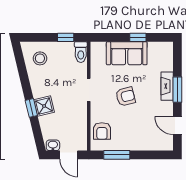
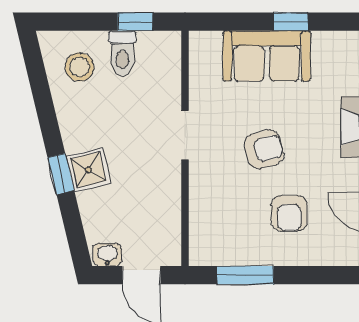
toilet: (81, 52) -> (122, 53), moved
armchair: (102, 131) -> (289, 213), moved

